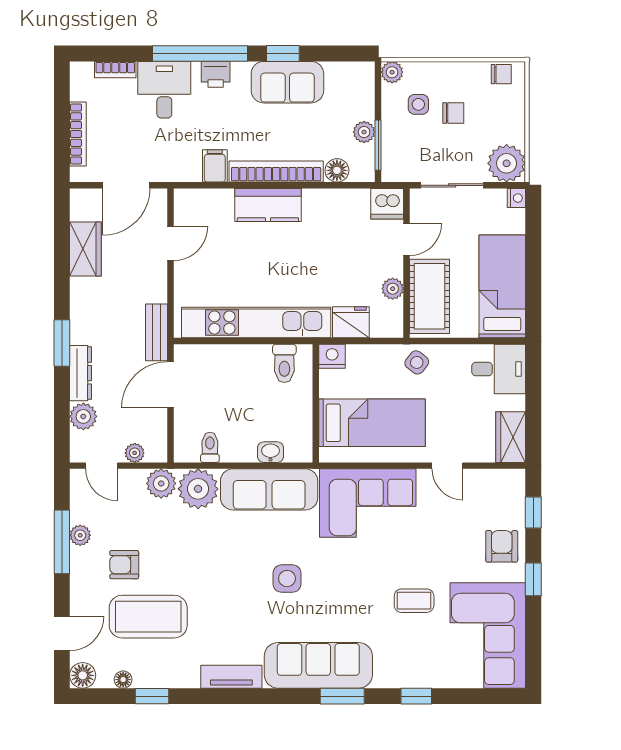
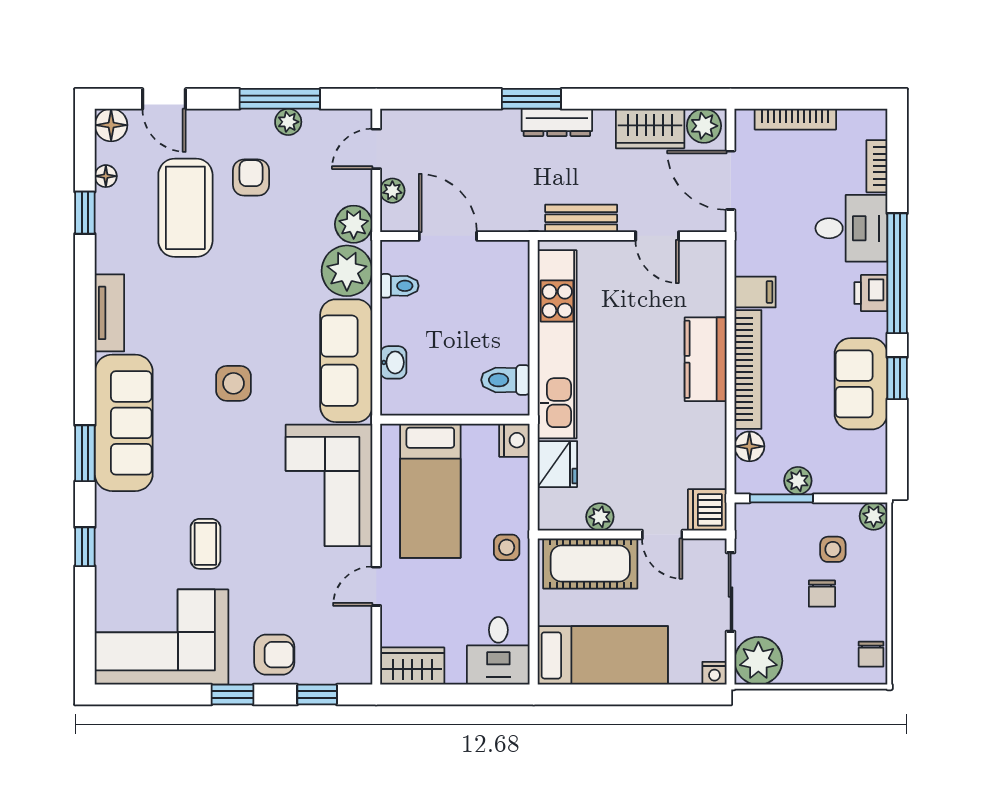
bench: (156, 332) -> (581, 218), moved
side table: (417, 362) -> (507, 547), turned -38
dresser: (81, 373) -> (557, 122), moved
door: (170, 385) -> (448, 236), moved
plant: (83, 416) -> (704, 126), moved

